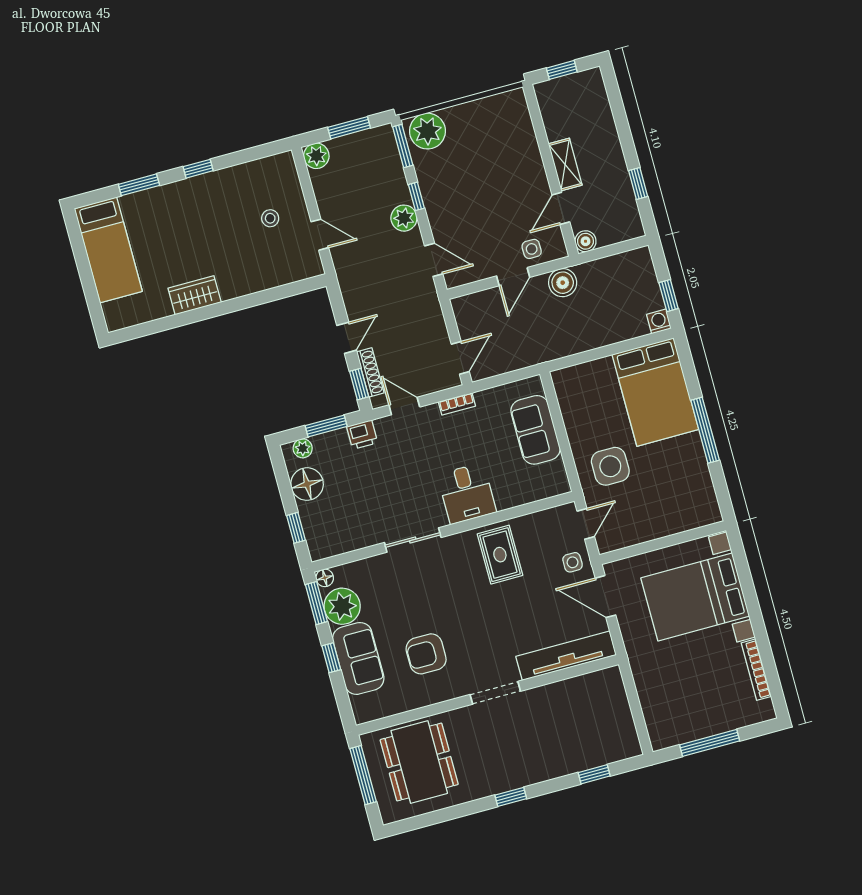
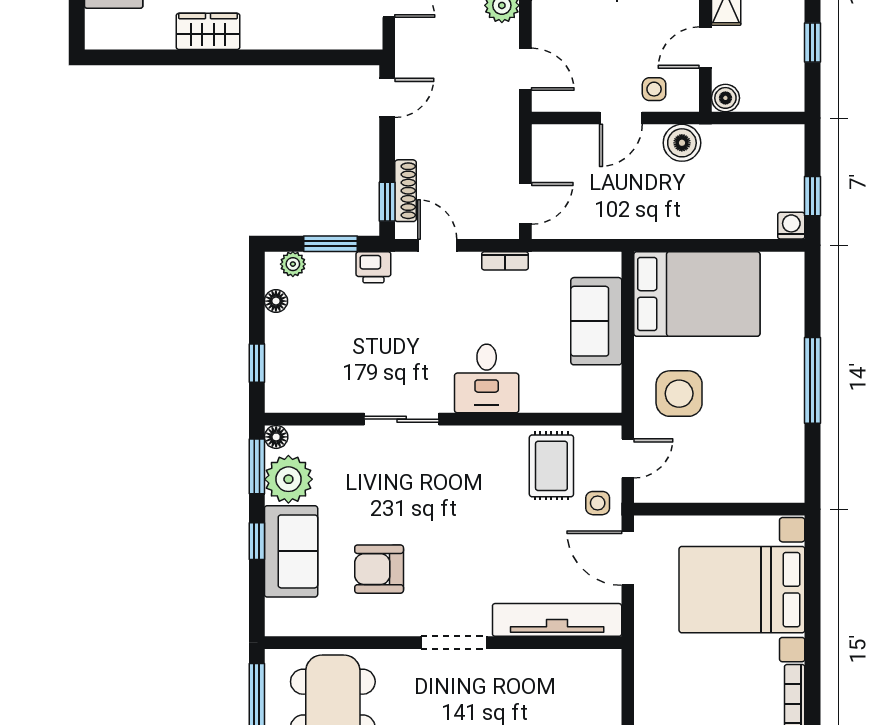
door: (347, 338) -> (387, 98), moved
bed: (655, 392) -> (697, 294), moved, turned -90
floor lamp: (307, 484) -> (276, 301), width x0.53, depth x0.53
rug: (500, 555) -> (551, 466), moved

